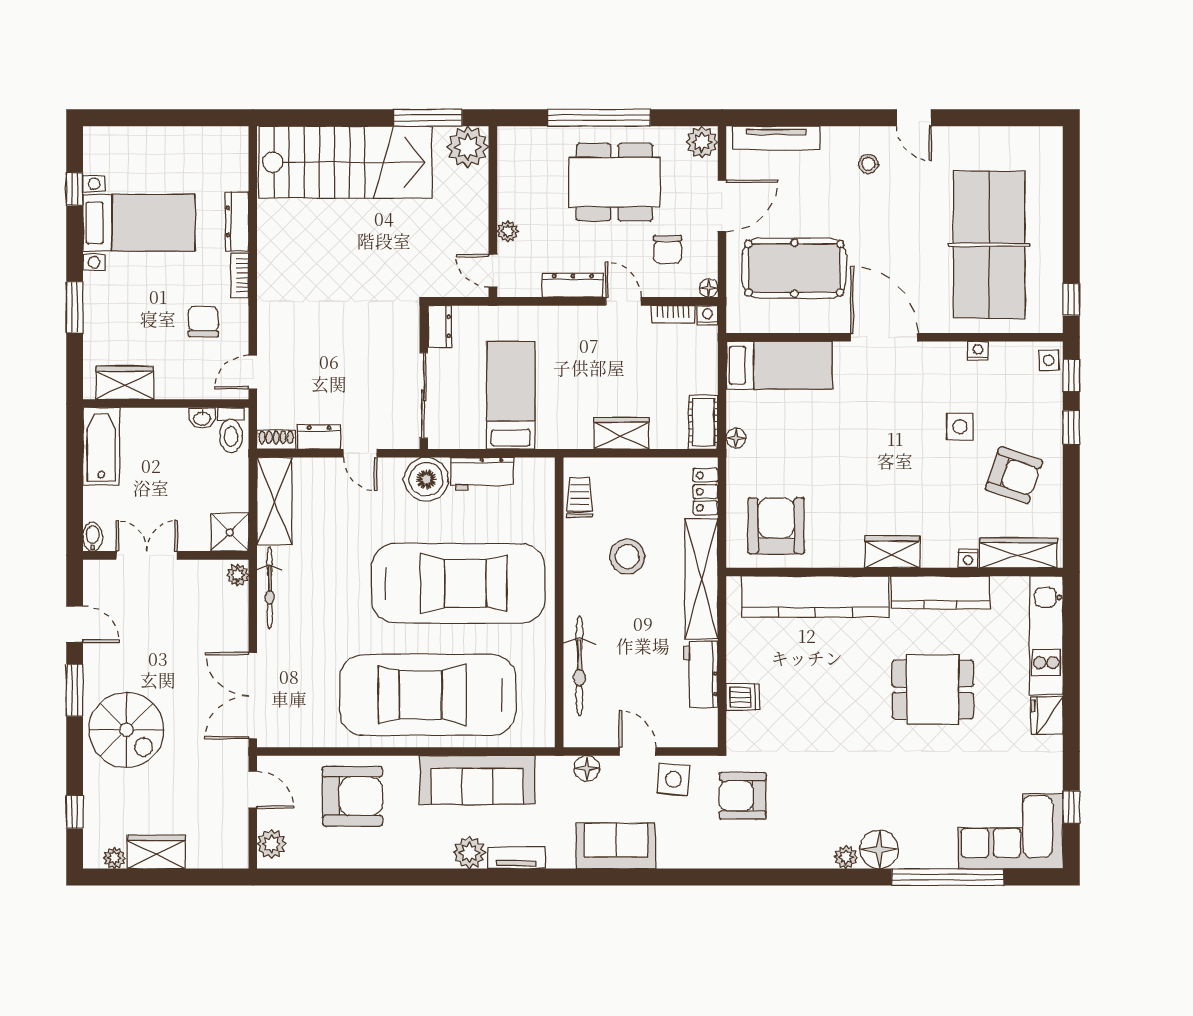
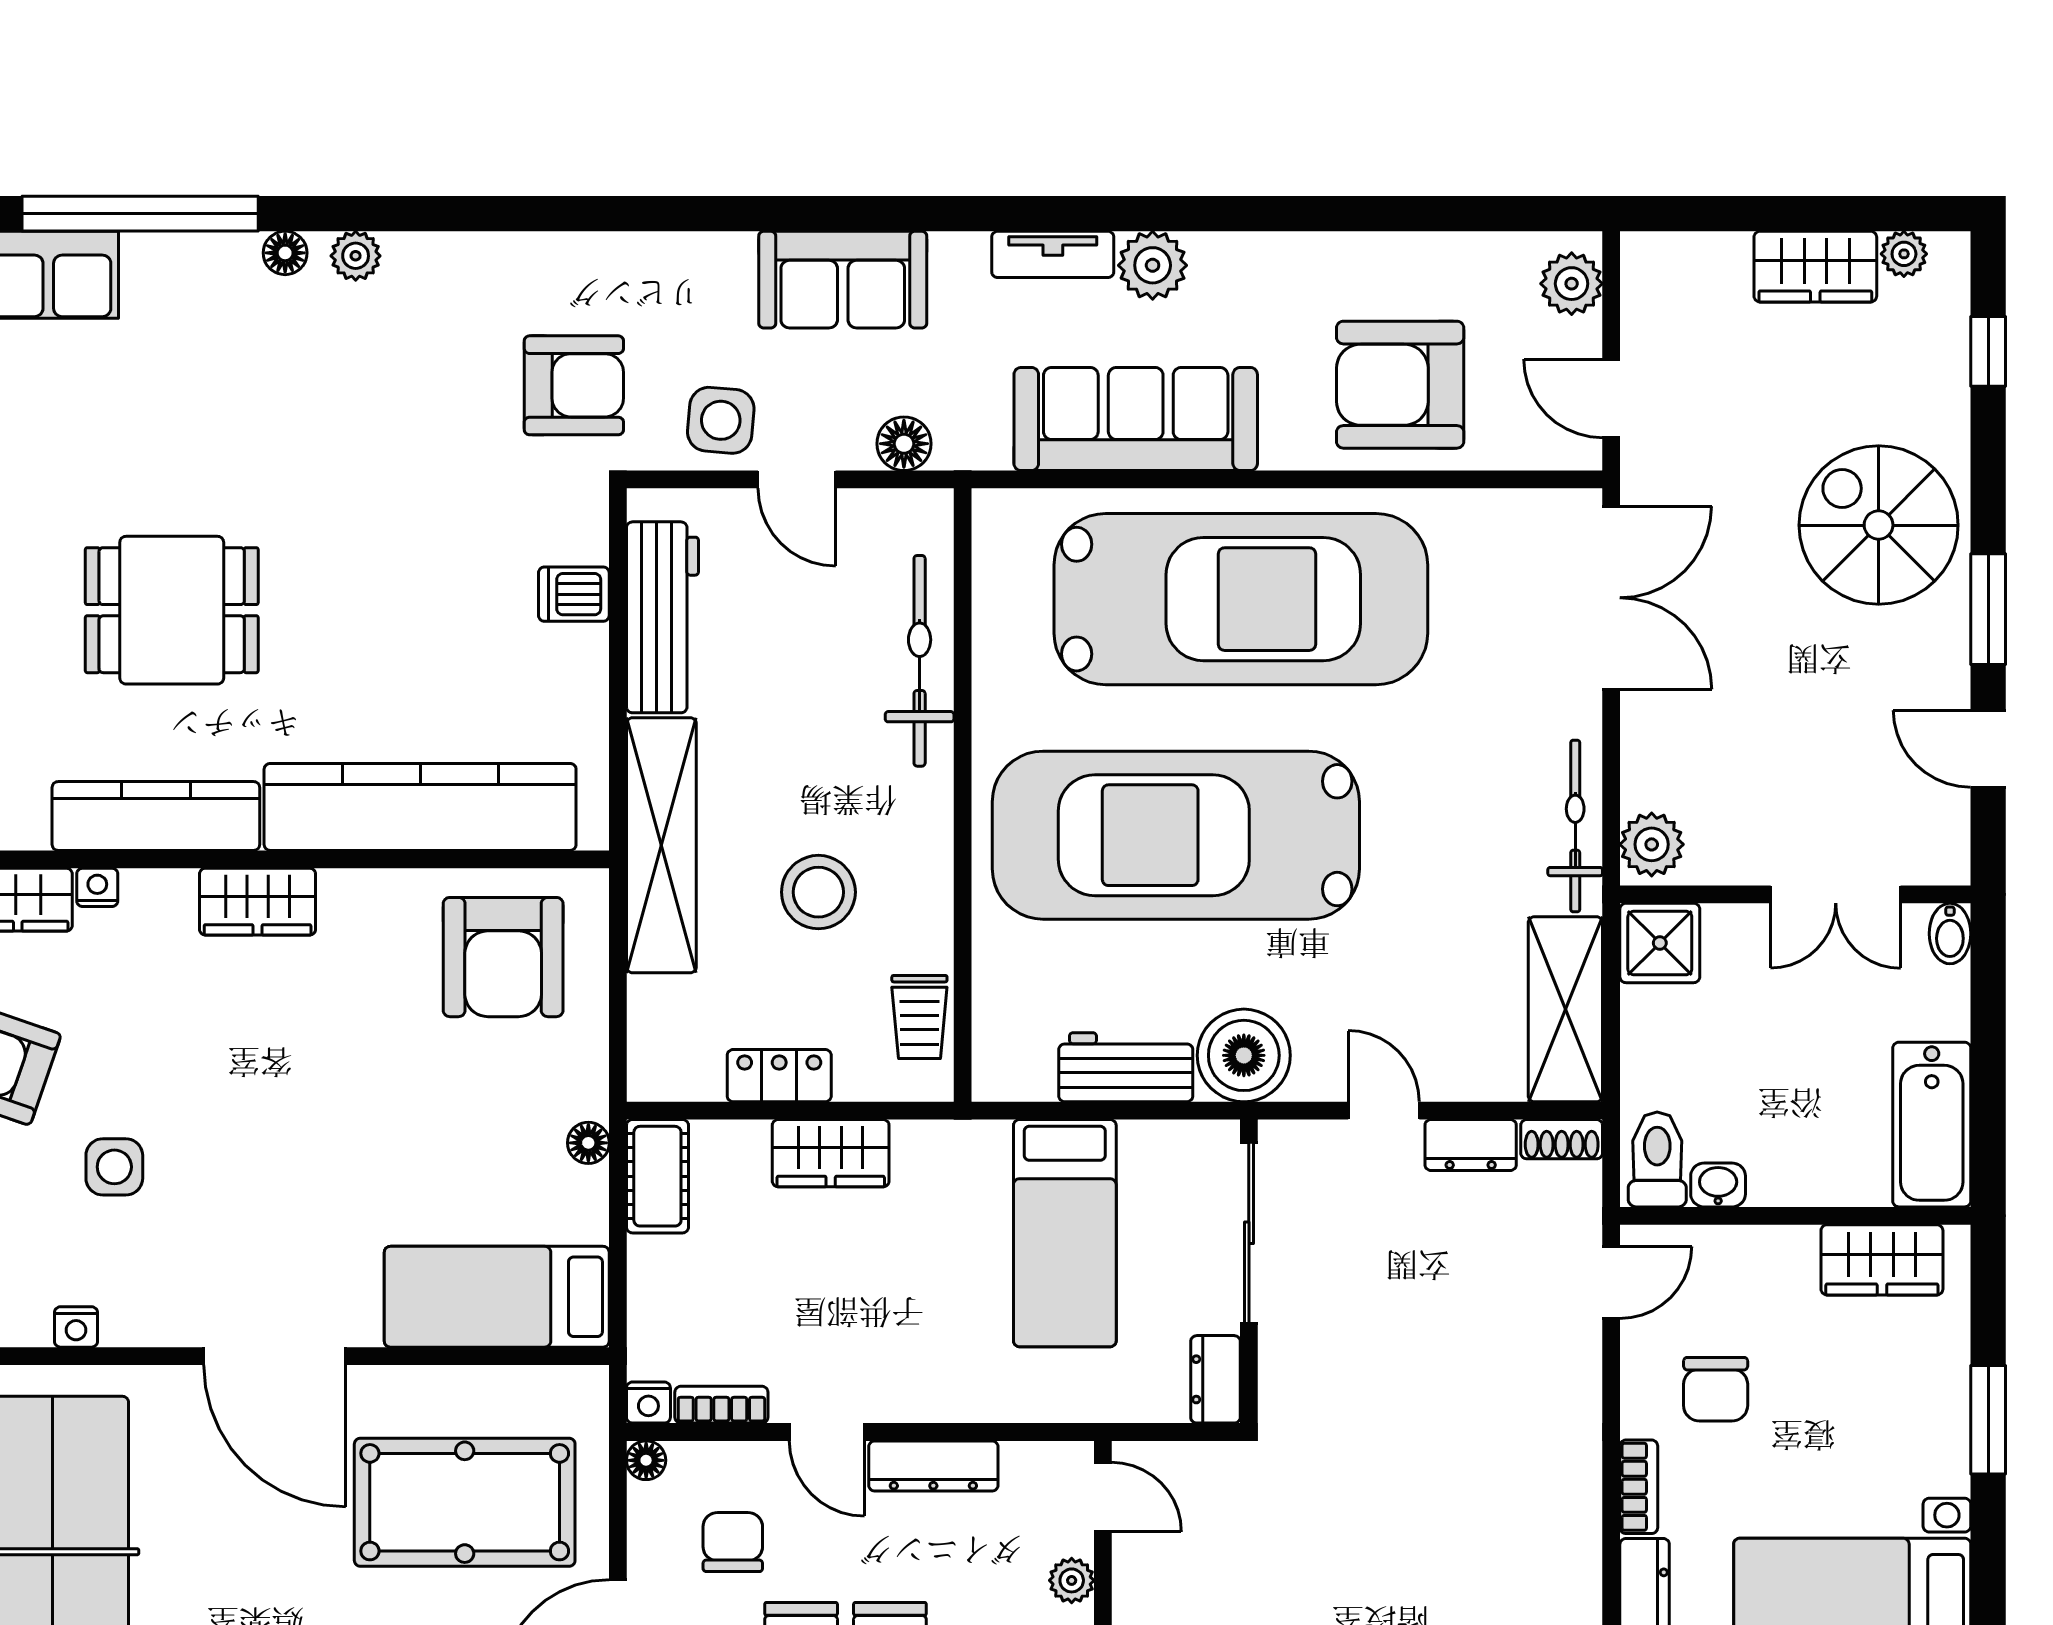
locker: (705, 492) -> (779, 1076), moved, turned -90
plant: (238, 575) -> (1652, 844), width x1.38, depth x1.38
workbench: (701, 674) -> (662, 617), width x1.37
floor lamp: (879, 849) -> (285, 253), width x0.53, depth x0.53

